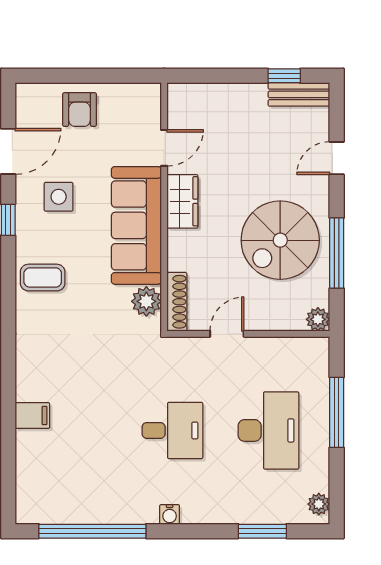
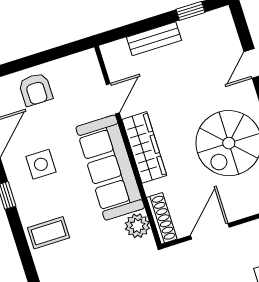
bench: (299, 94) -> (154, 39), moved
wardrobe: (182, 201) -> (144, 147), width x1.50
door: (227, 334) -> (210, 231), width x1.38

